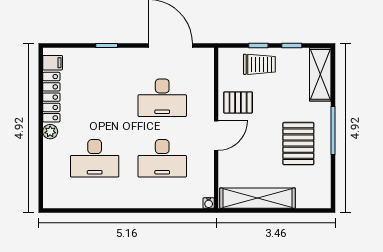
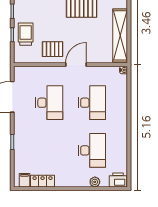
locker: (51, 97) -> (43, 181), width x0.66
pallet: (238, 102) -> (53, 49), turned 90
plant: (50, 132) -> (95, 182), moved
door: (216, 136) -> (76, 65), hinge flipped
printer: (53, 195) -> (118, 180), added

